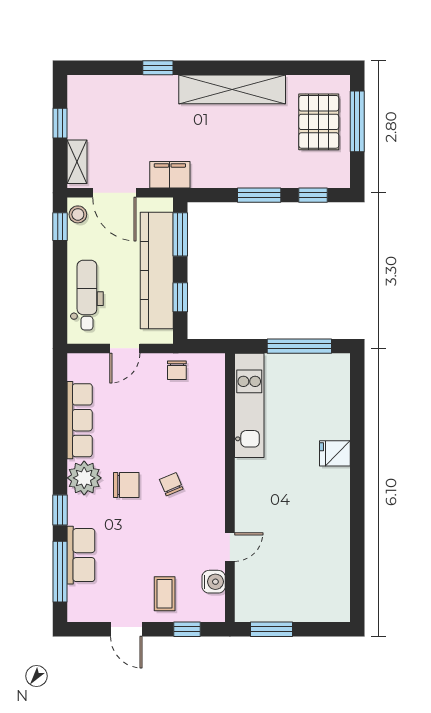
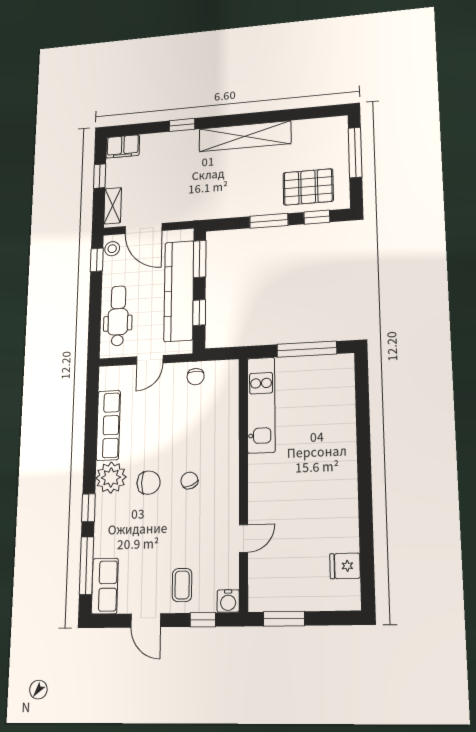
pallet: (319, 122) -> (308, 187), moved, turned 90
filing cabinet: (170, 175) -> (123, 146), moved, turned 180
fridge: (335, 453) -> (345, 566), moved
row of seats: (81, 555) -> (105, 586), moved
water cooler: (214, 582) -> (228, 601), moved, turned 90

